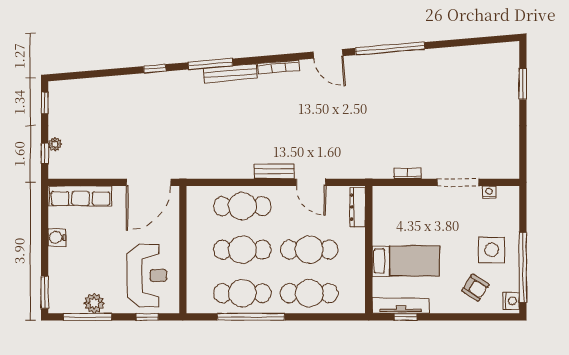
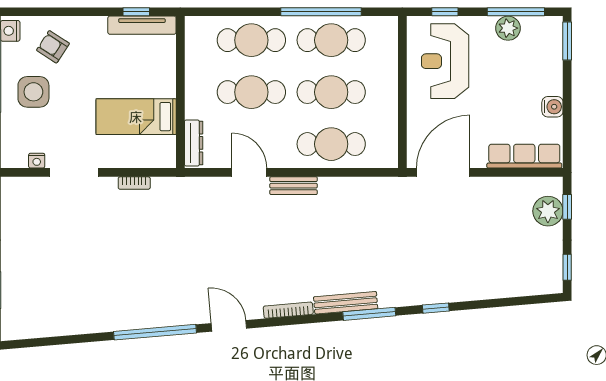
plant: (55, 144) -> (548, 211), width x1.88, depth x1.88
bed: (406, 261) -> (136, 117), moved

